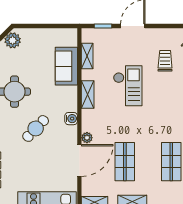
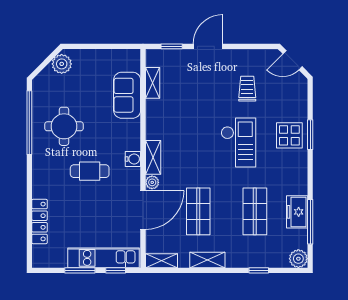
checkout: (128, 86) -> (238, 143), moved
shelving: (88, 95) -> (153, 157), moved
cafe table: (36, 128) -> (90, 171), turned 46

